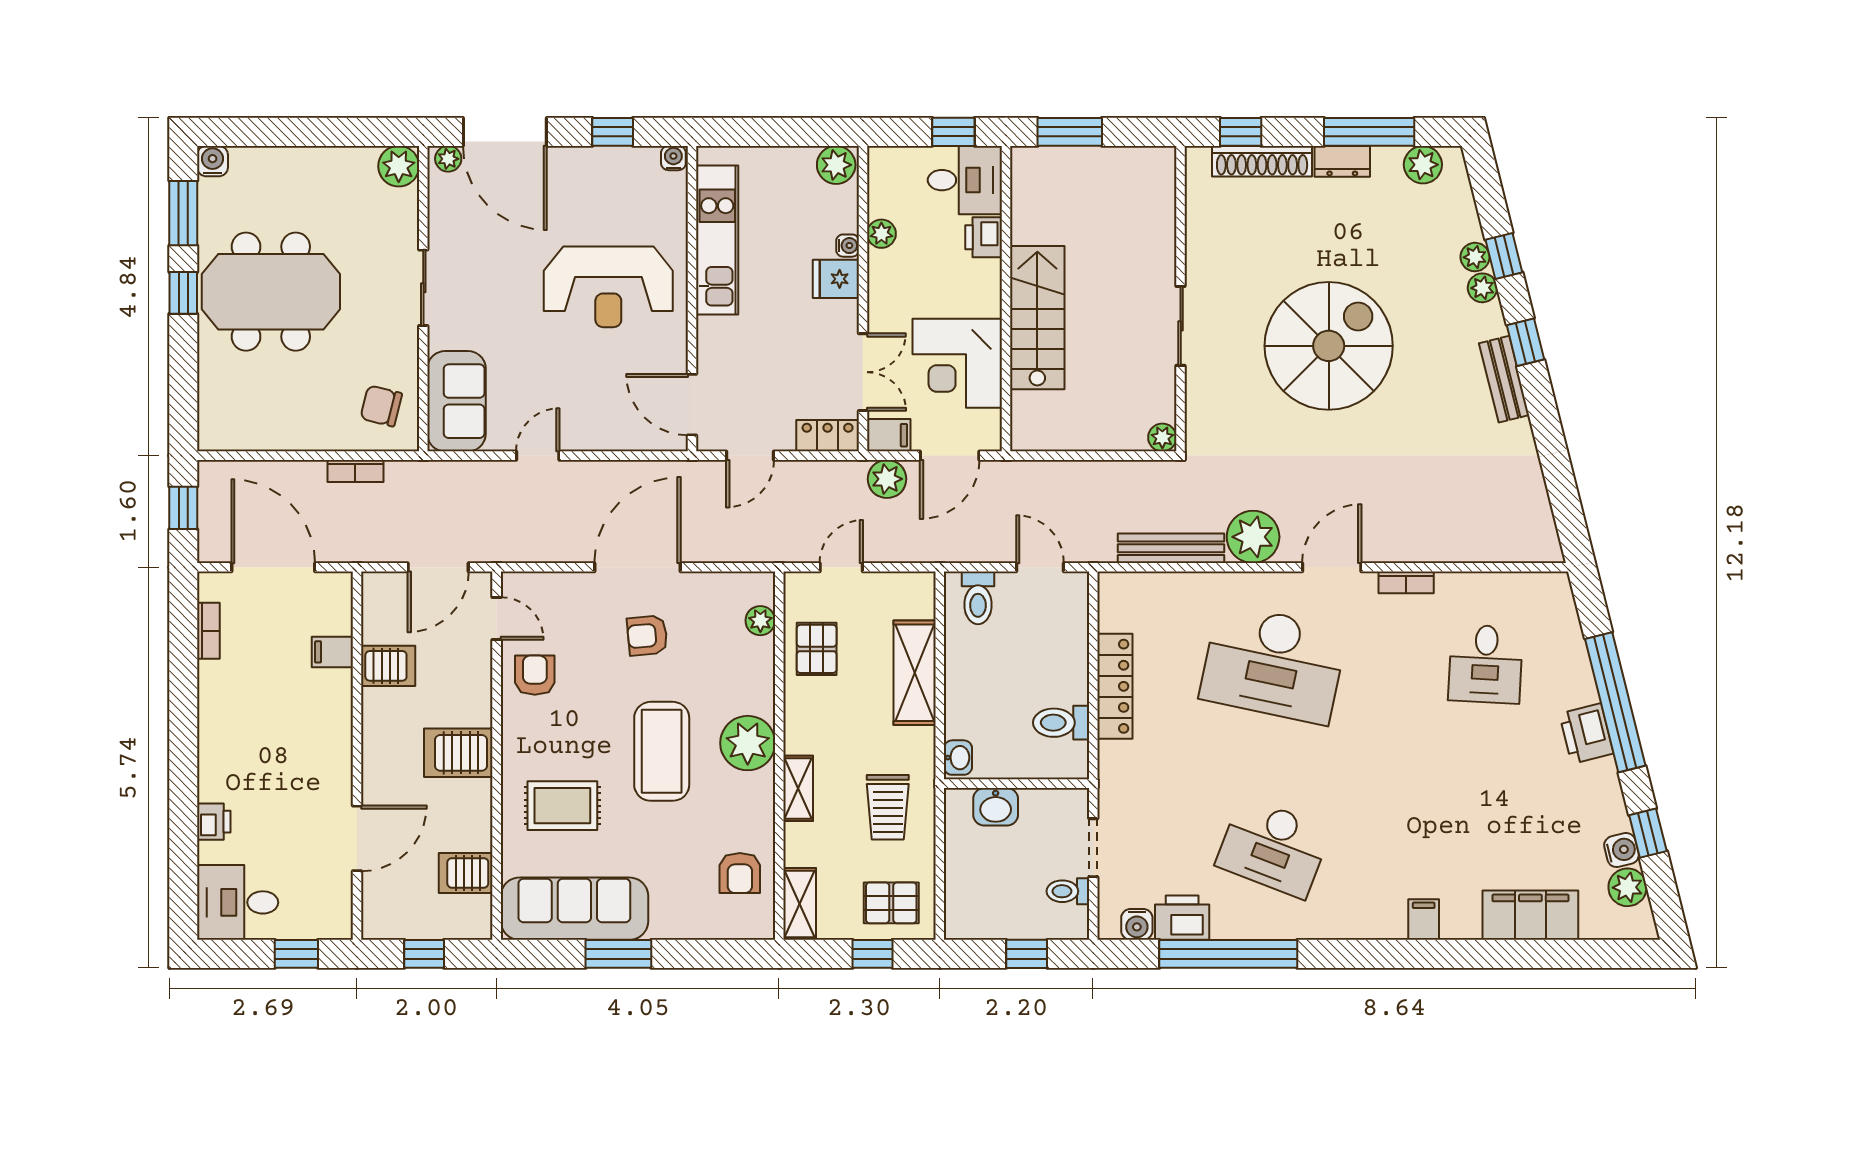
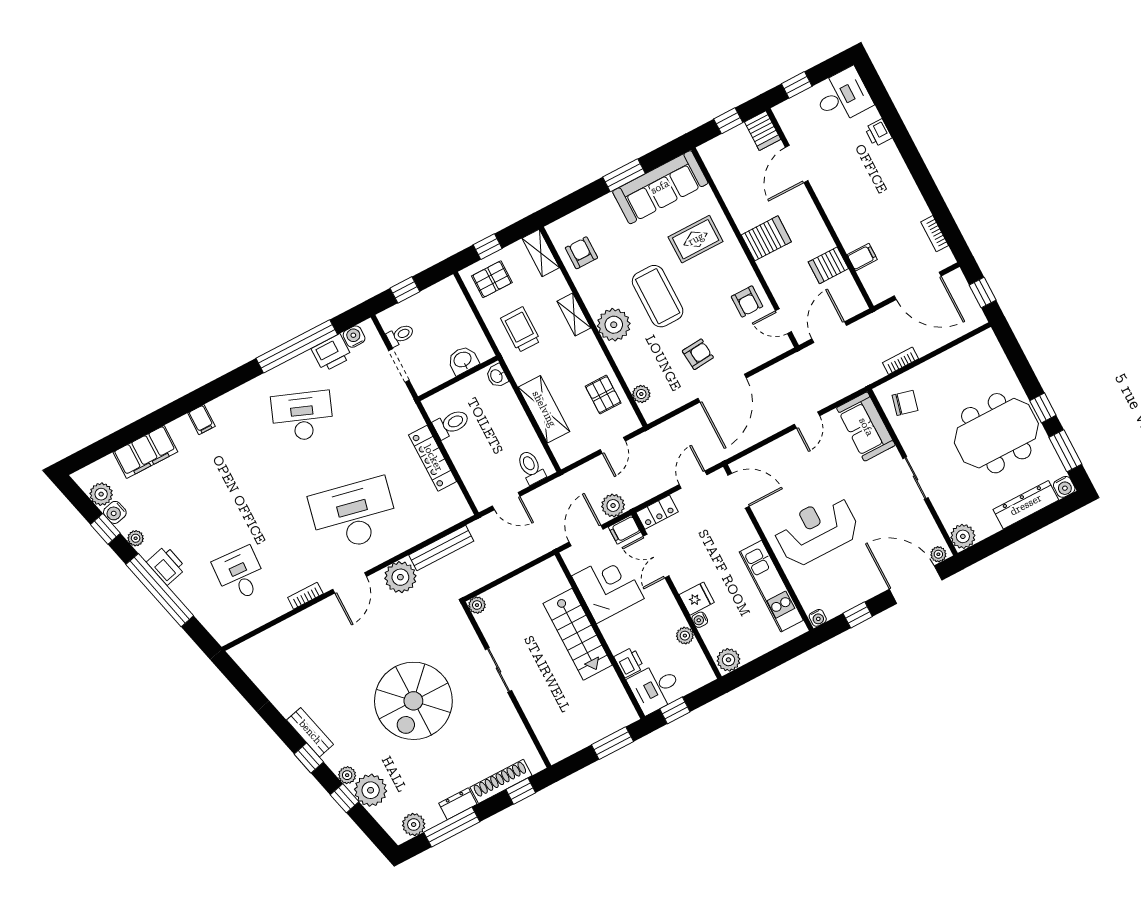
dresser: (282, 164) -> (1026, 505), added
plant: (1475, 257) -> (371, 790), width x1.88, depth x1.88
plant: (1611, 796) -> (136, 538), added
server rack: (466, 873) -> (763, 131), moved, turned 90

